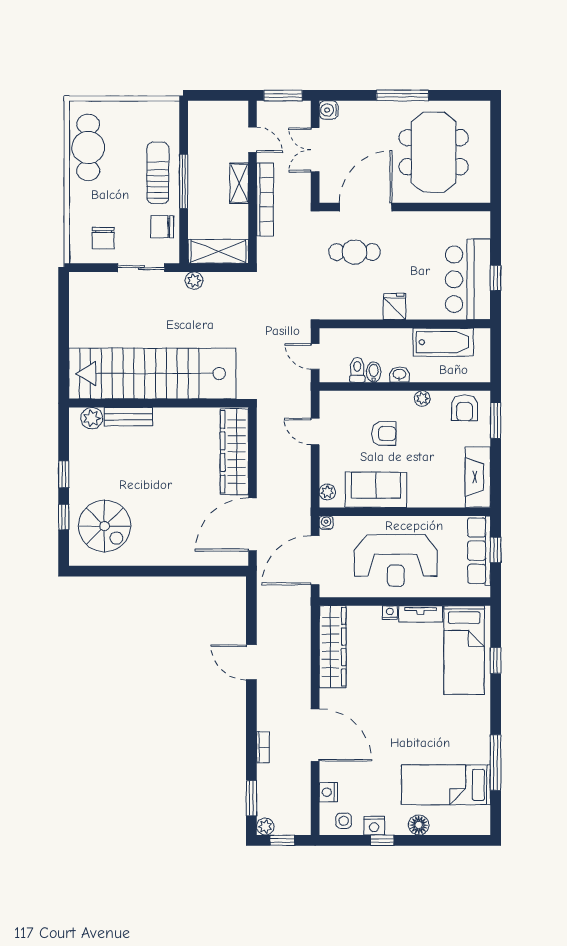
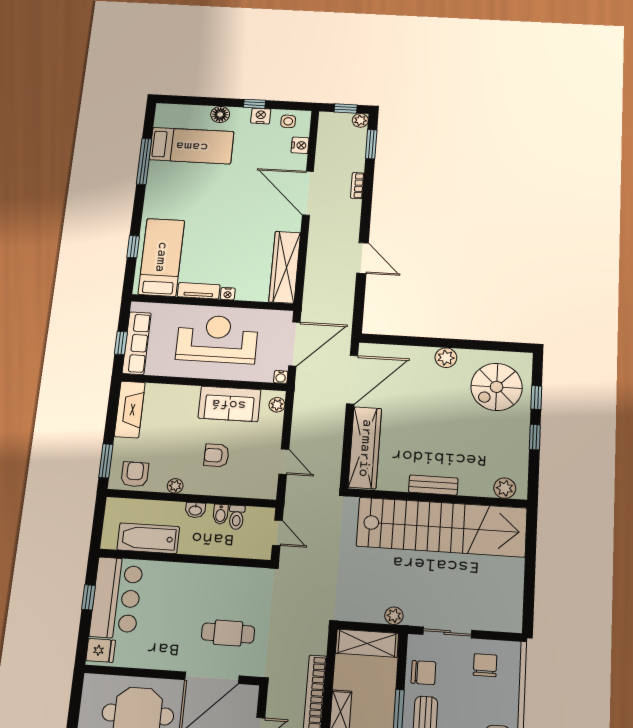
fridge: (395, 306) -> (101, 650), moved, turned -90
bench: (128, 417) -> (433, 485), moved
spiral stairs: (105, 526) -> (497, 387), turned -90
plant: (158, 555) -> (446, 358), added

